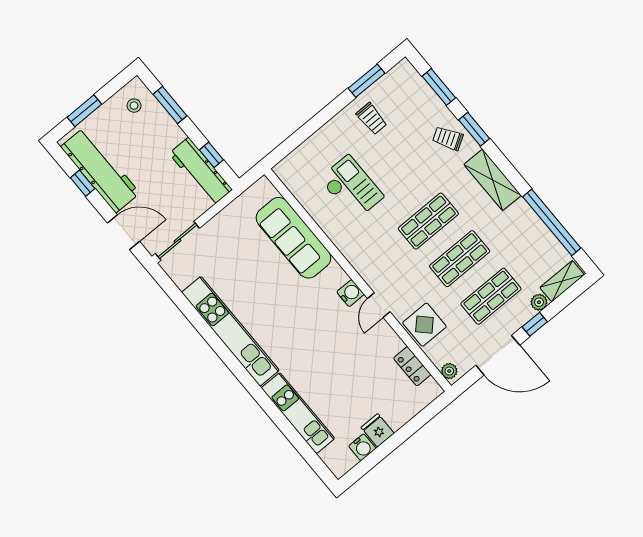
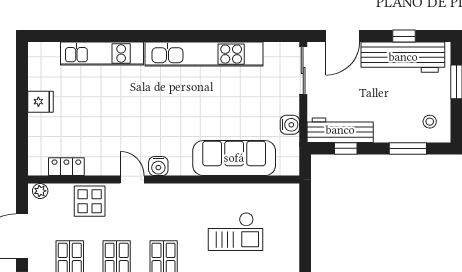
water cooler: (362, 447) -> (290, 125), moved, turned 180

